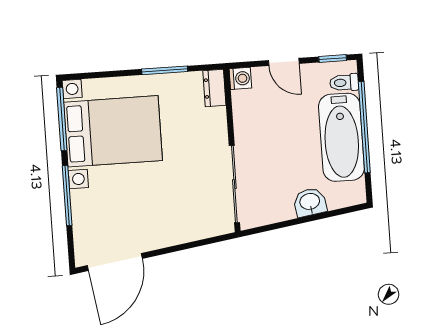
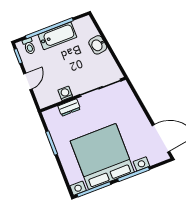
washing machine: (240, 78) -> (65, 93), moved
dresser: (214, 88) -> (69, 108), moved
bed with nightstands: (113, 131) -> (102, 157), width x1.36
bathtub: (341, 137) -> (57, 36), width x0.73, depth x0.73

